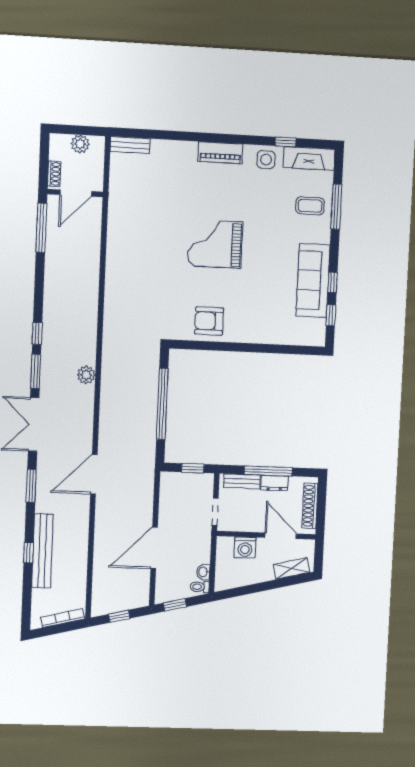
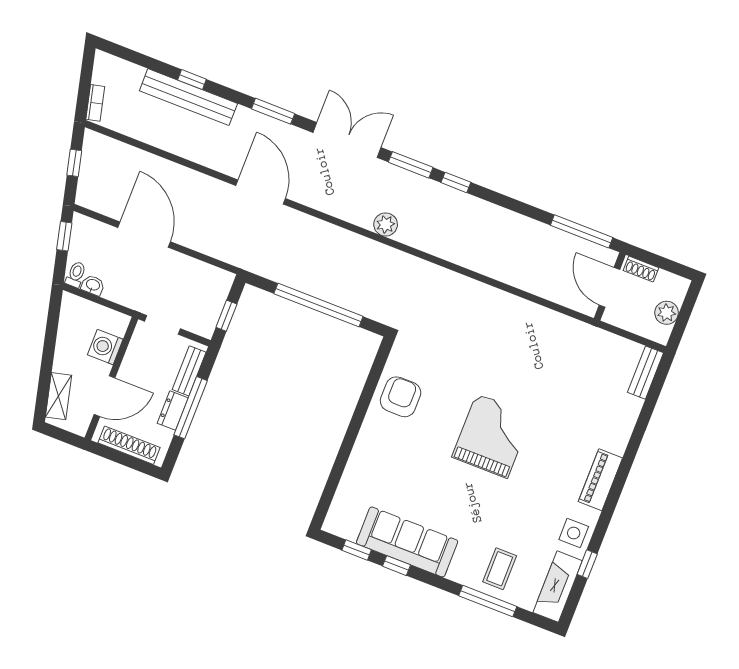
bookcase: (63, 618) -> (95, 103), width x0.64

